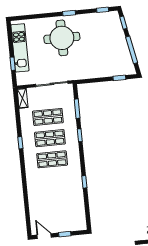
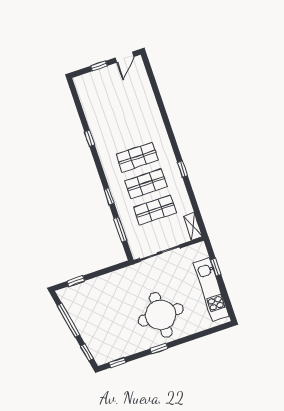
door: (44, 236) -> (125, 57), hinge flipped

